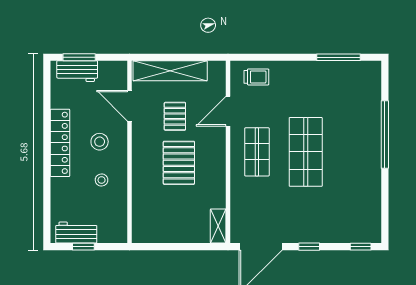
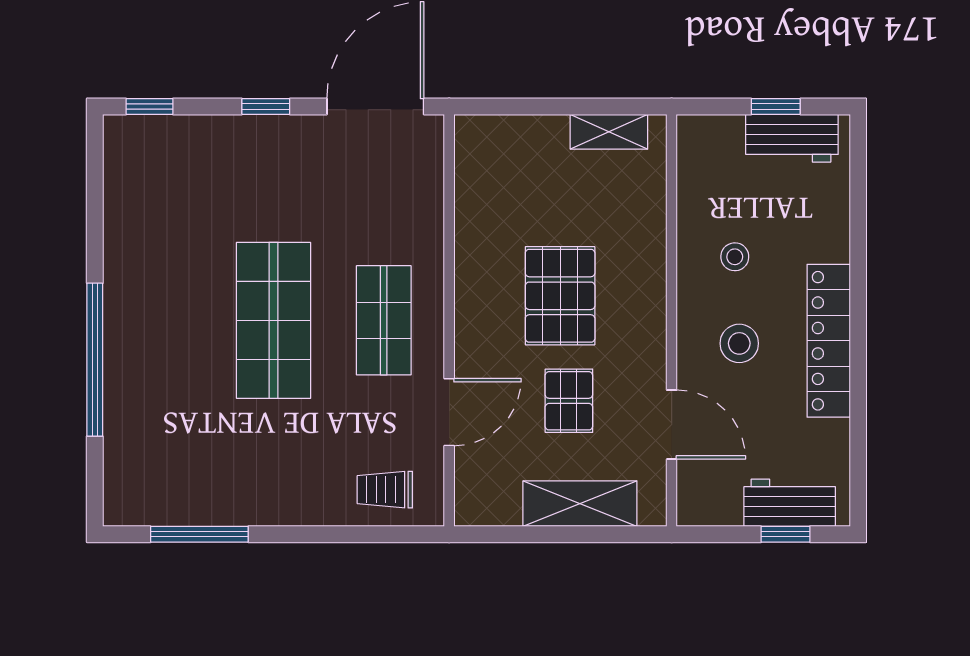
window: (79, 57) -> (785, 534), width x0.67
shelving: (170, 71) -> (580, 504), width x0.68
shelving: (218, 226) -> (609, 132), moved, turned 90

